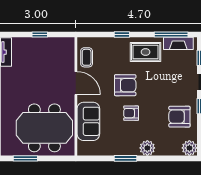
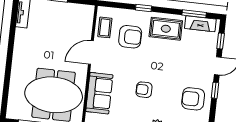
window: (171, 34) -> (194, 14), width x0.69
door: (76, 83) -> (91, 53), swing flipped
armchair: (125, 85) -> (130, 37), moved

